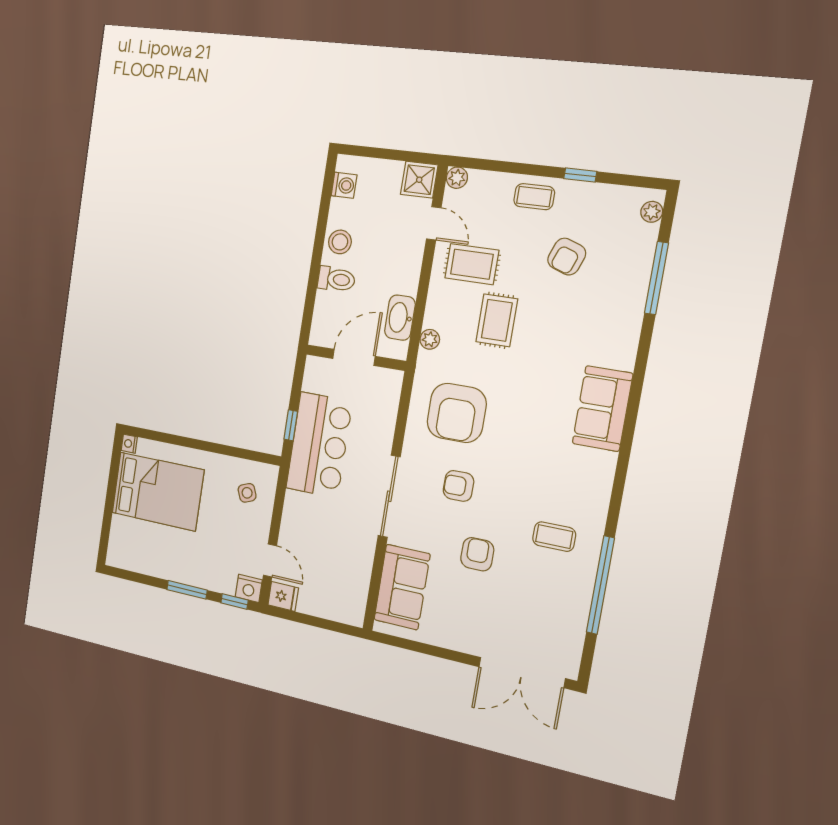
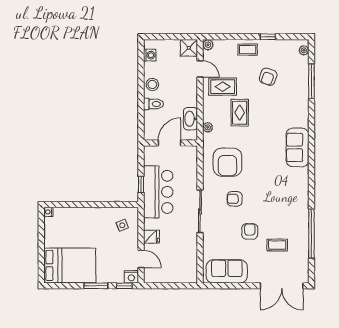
bed: (158, 491) -> (70, 265), moved
coffee table: (554, 537) -> (277, 245), moved
sofa: (402, 587) -> (227, 271), moved, turned -90
fridge: (283, 596) -> (151, 237), moved

